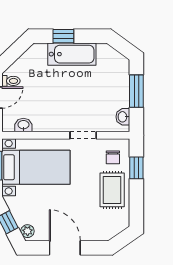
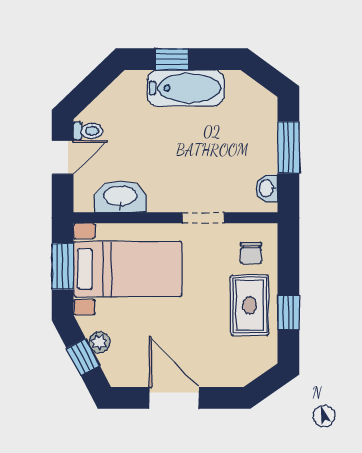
washbasin: (23, 125) -> (120, 197), width x1.91, depth x1.45
window: (136, 168) -> (288, 312), moved
plant: (27, 231) -> (99, 342), moved

